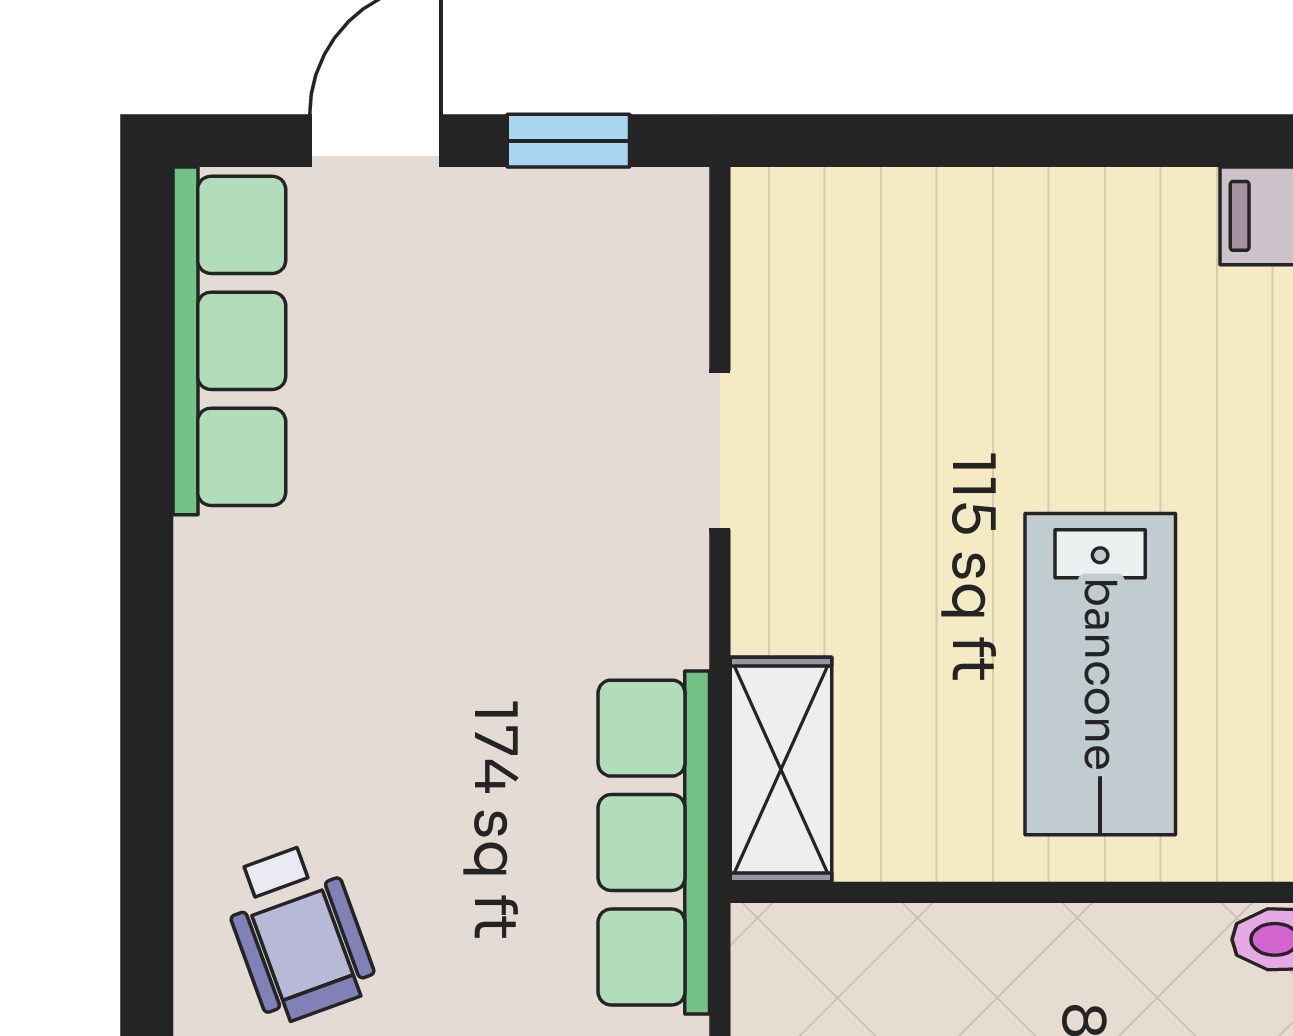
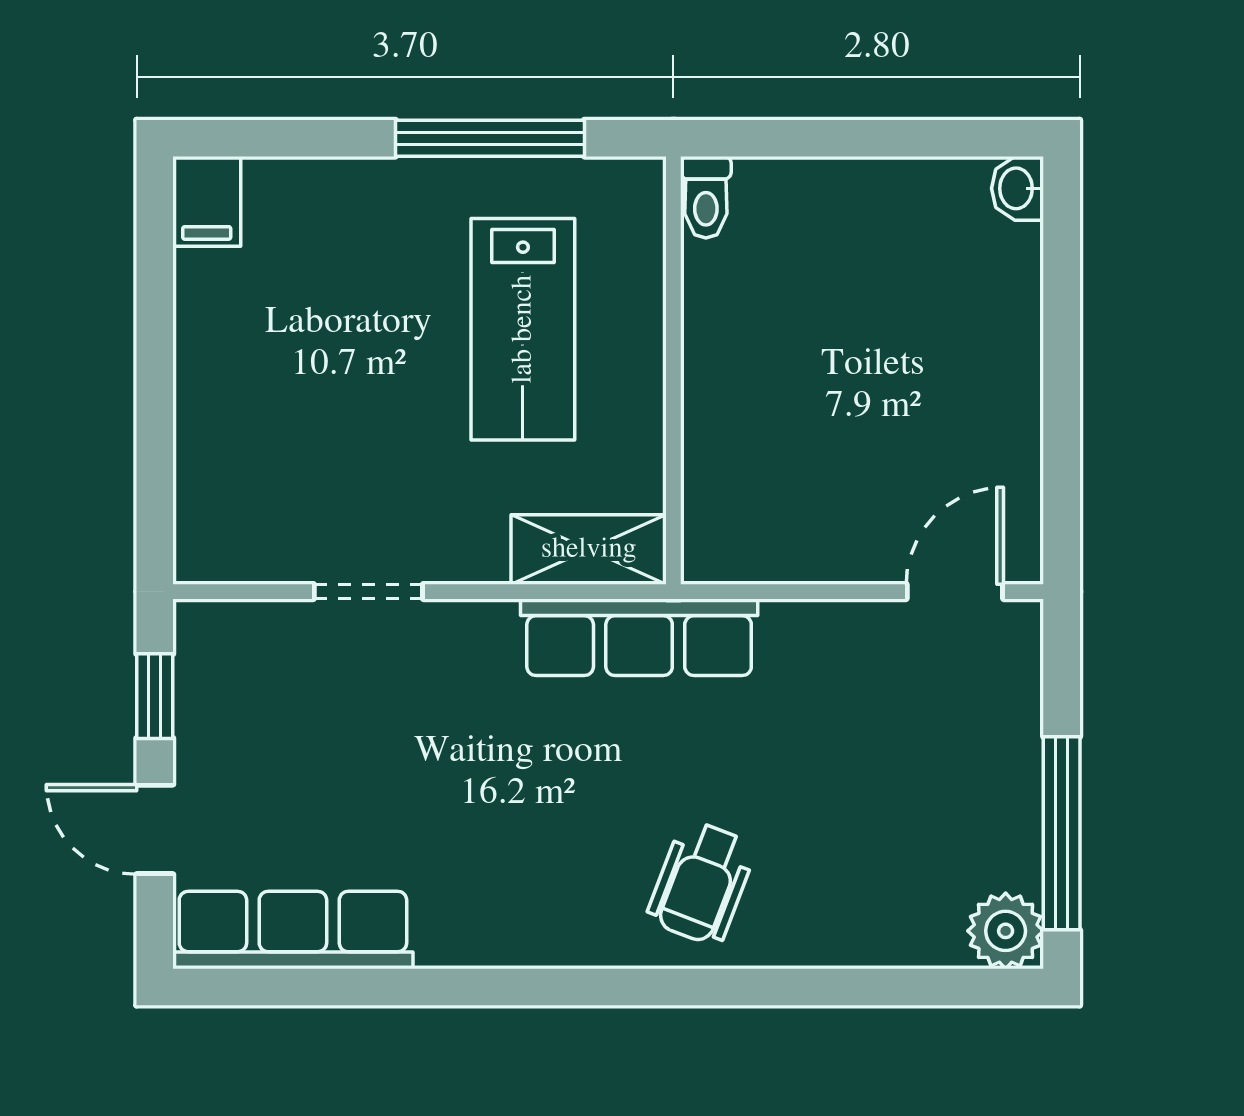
lab bench: (1100, 674) -> (523, 329), turned 90
wheelchair: (298, 933) -> (701, 883), turned 131

